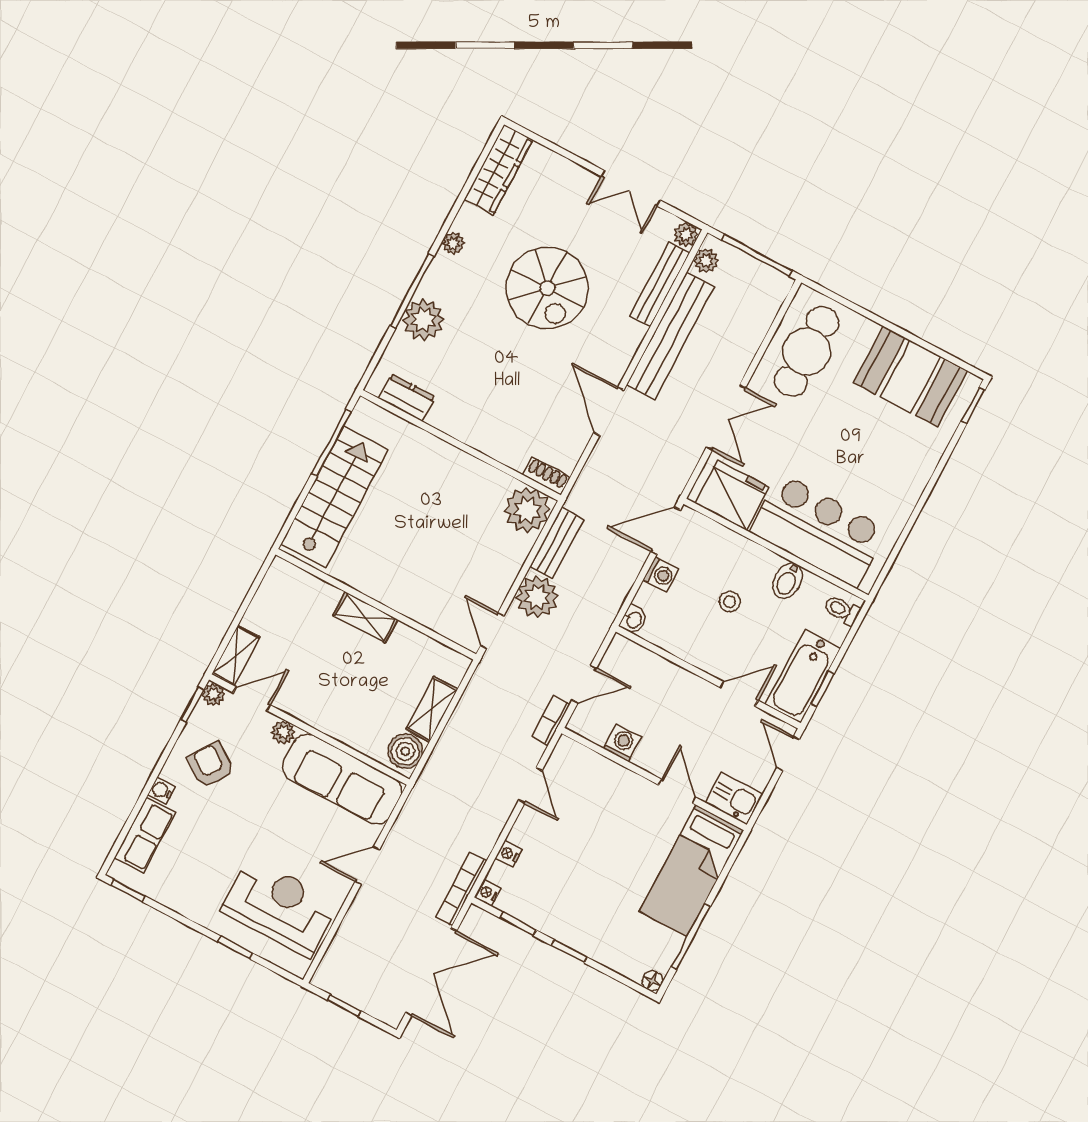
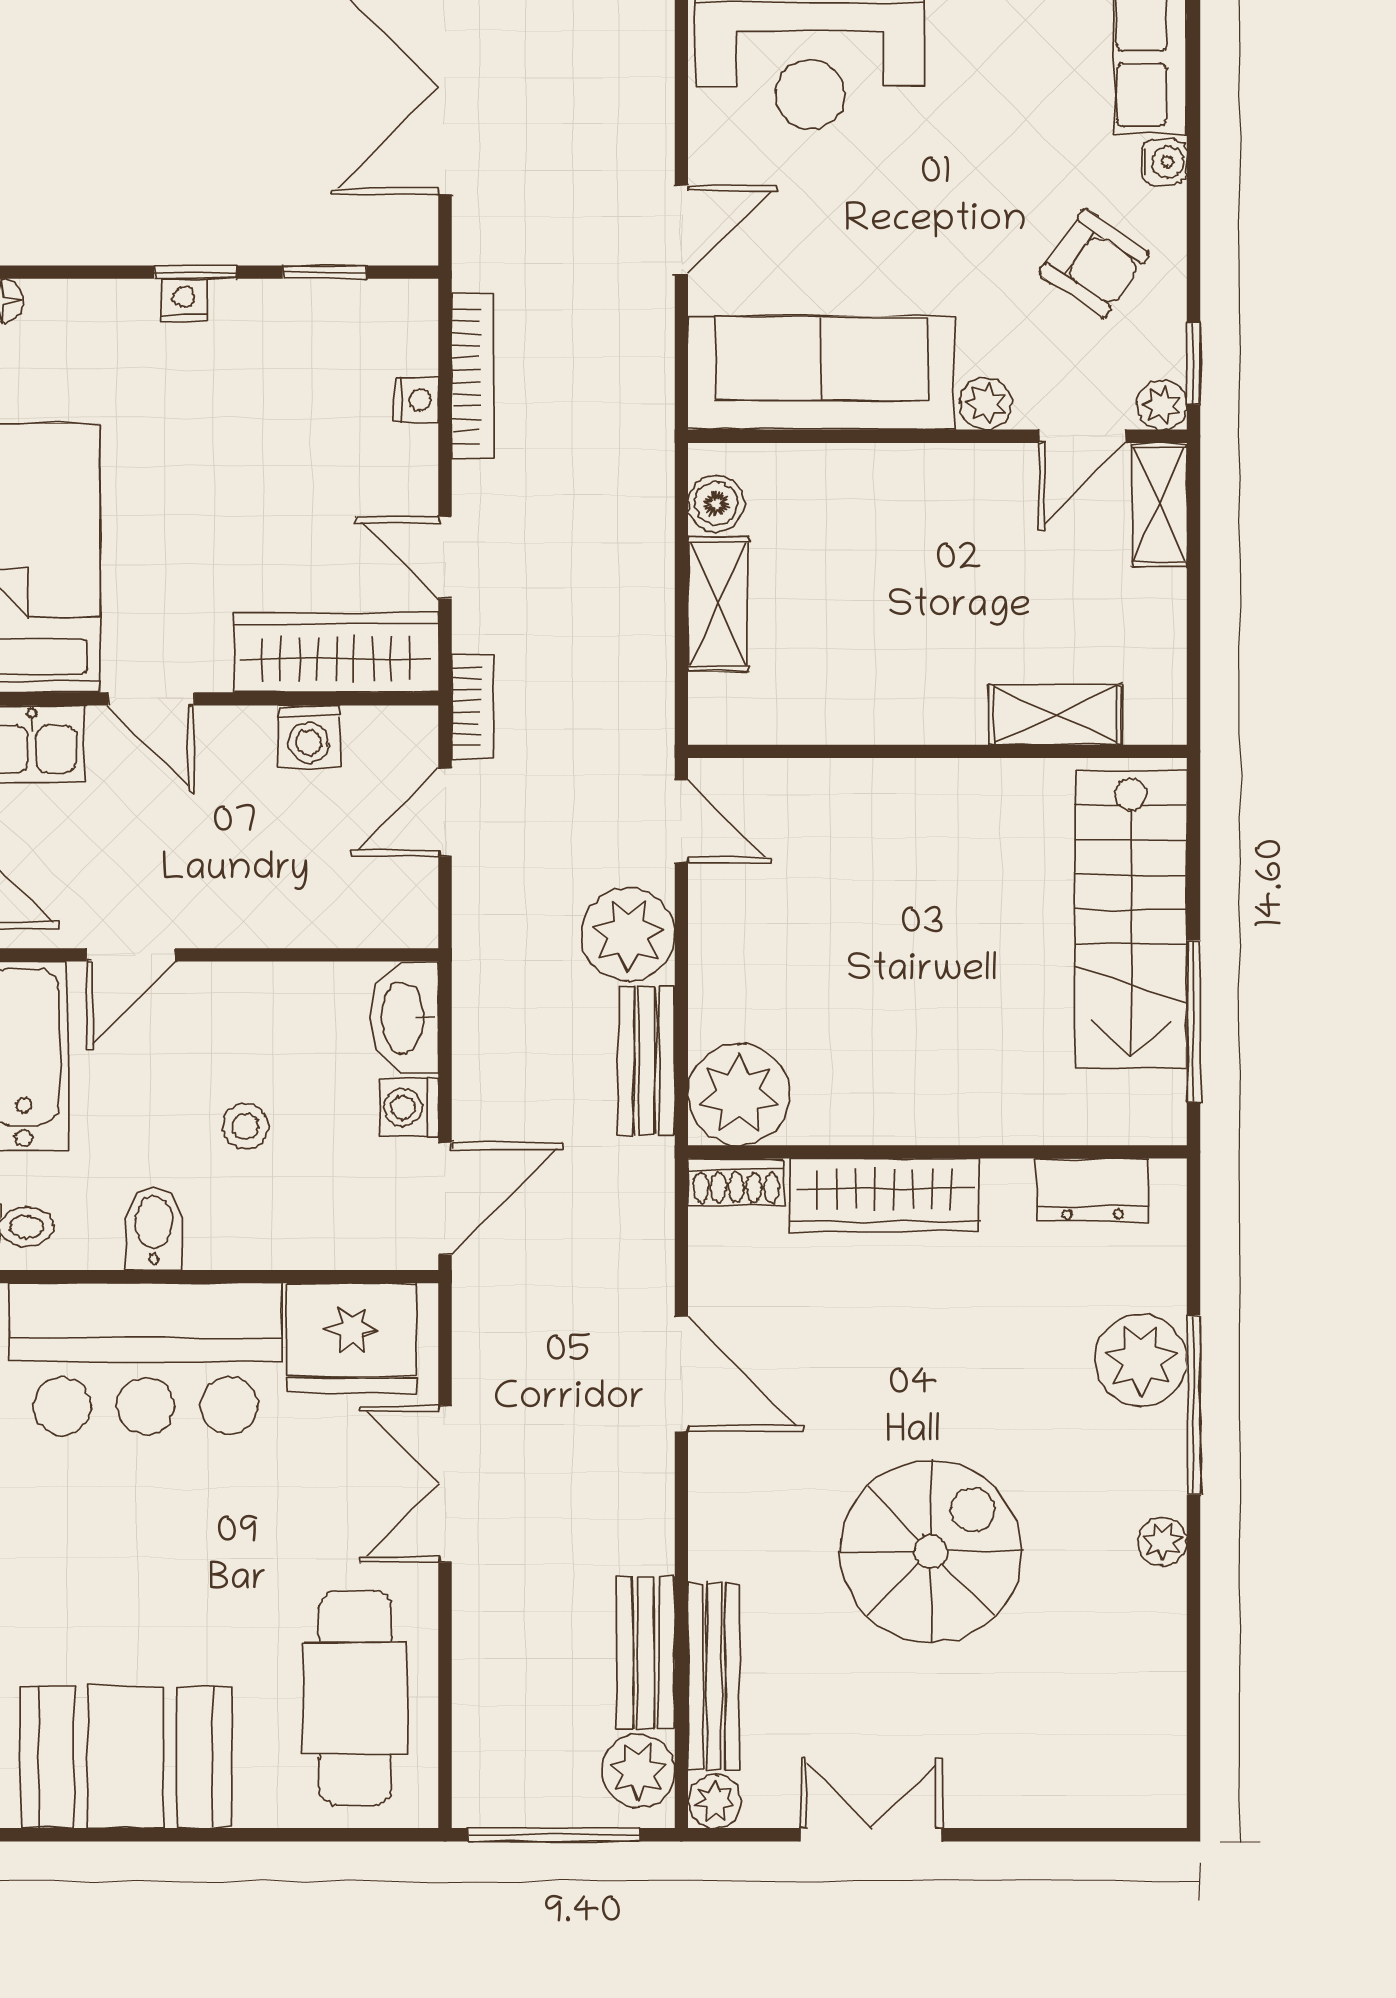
wardrobe: (499, 169) -> (884, 1195), moved, turned -90
plant: (706, 261) -> (638, 1771), width x1.38, depth x1.38
spiral stairs: (547, 288) -> (931, 1551), turned 90
bench: (670, 336) -> (646, 1653), width x0.54, depth x0.82
shelving: (365, 617) -> (1055, 715), moved
washbasin: (634, 620) -> (404, 1017), width x1.91, depth x1.45
boiler: (405, 751) -> (716, 504), width x0.73, depth x0.73
wardrobe: (594, 770) -> (336, 653), added
bookcase: (461, 889) -> (473, 376), moved
nightstand: (487, 893) -> (184, 300), moved, turned -90

